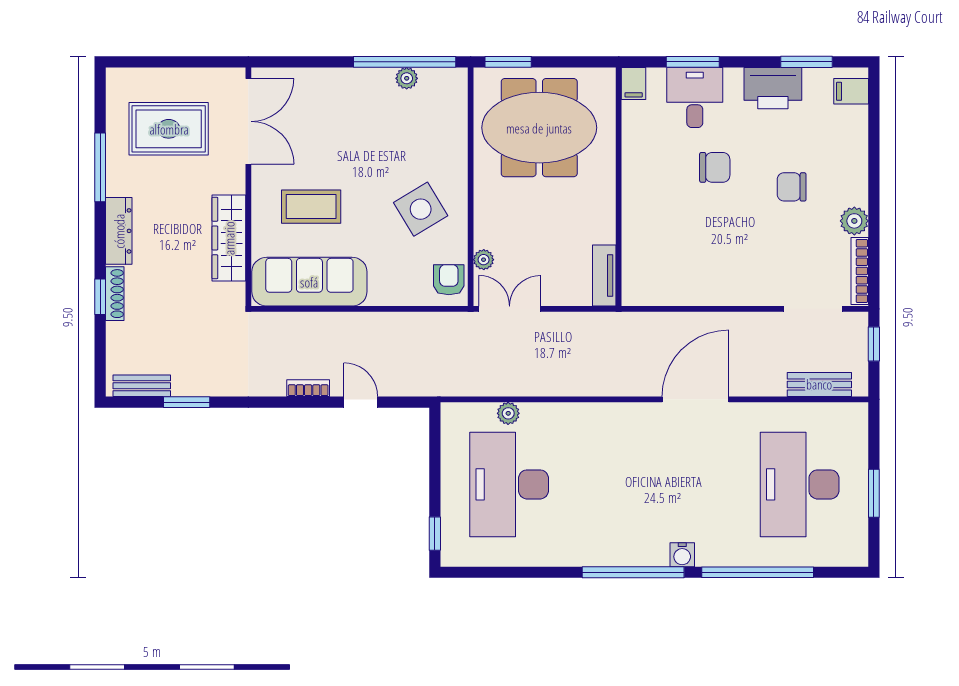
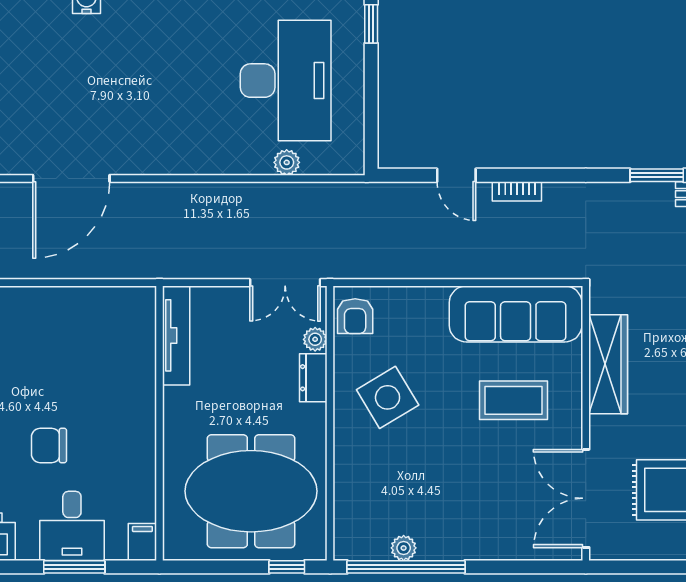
window: (508, 62) -> (287, 567), width x0.67
dresser: (485, 226) -> (313, 378), added
tv unit: (604, 275) -> (176, 335), width x1.41

